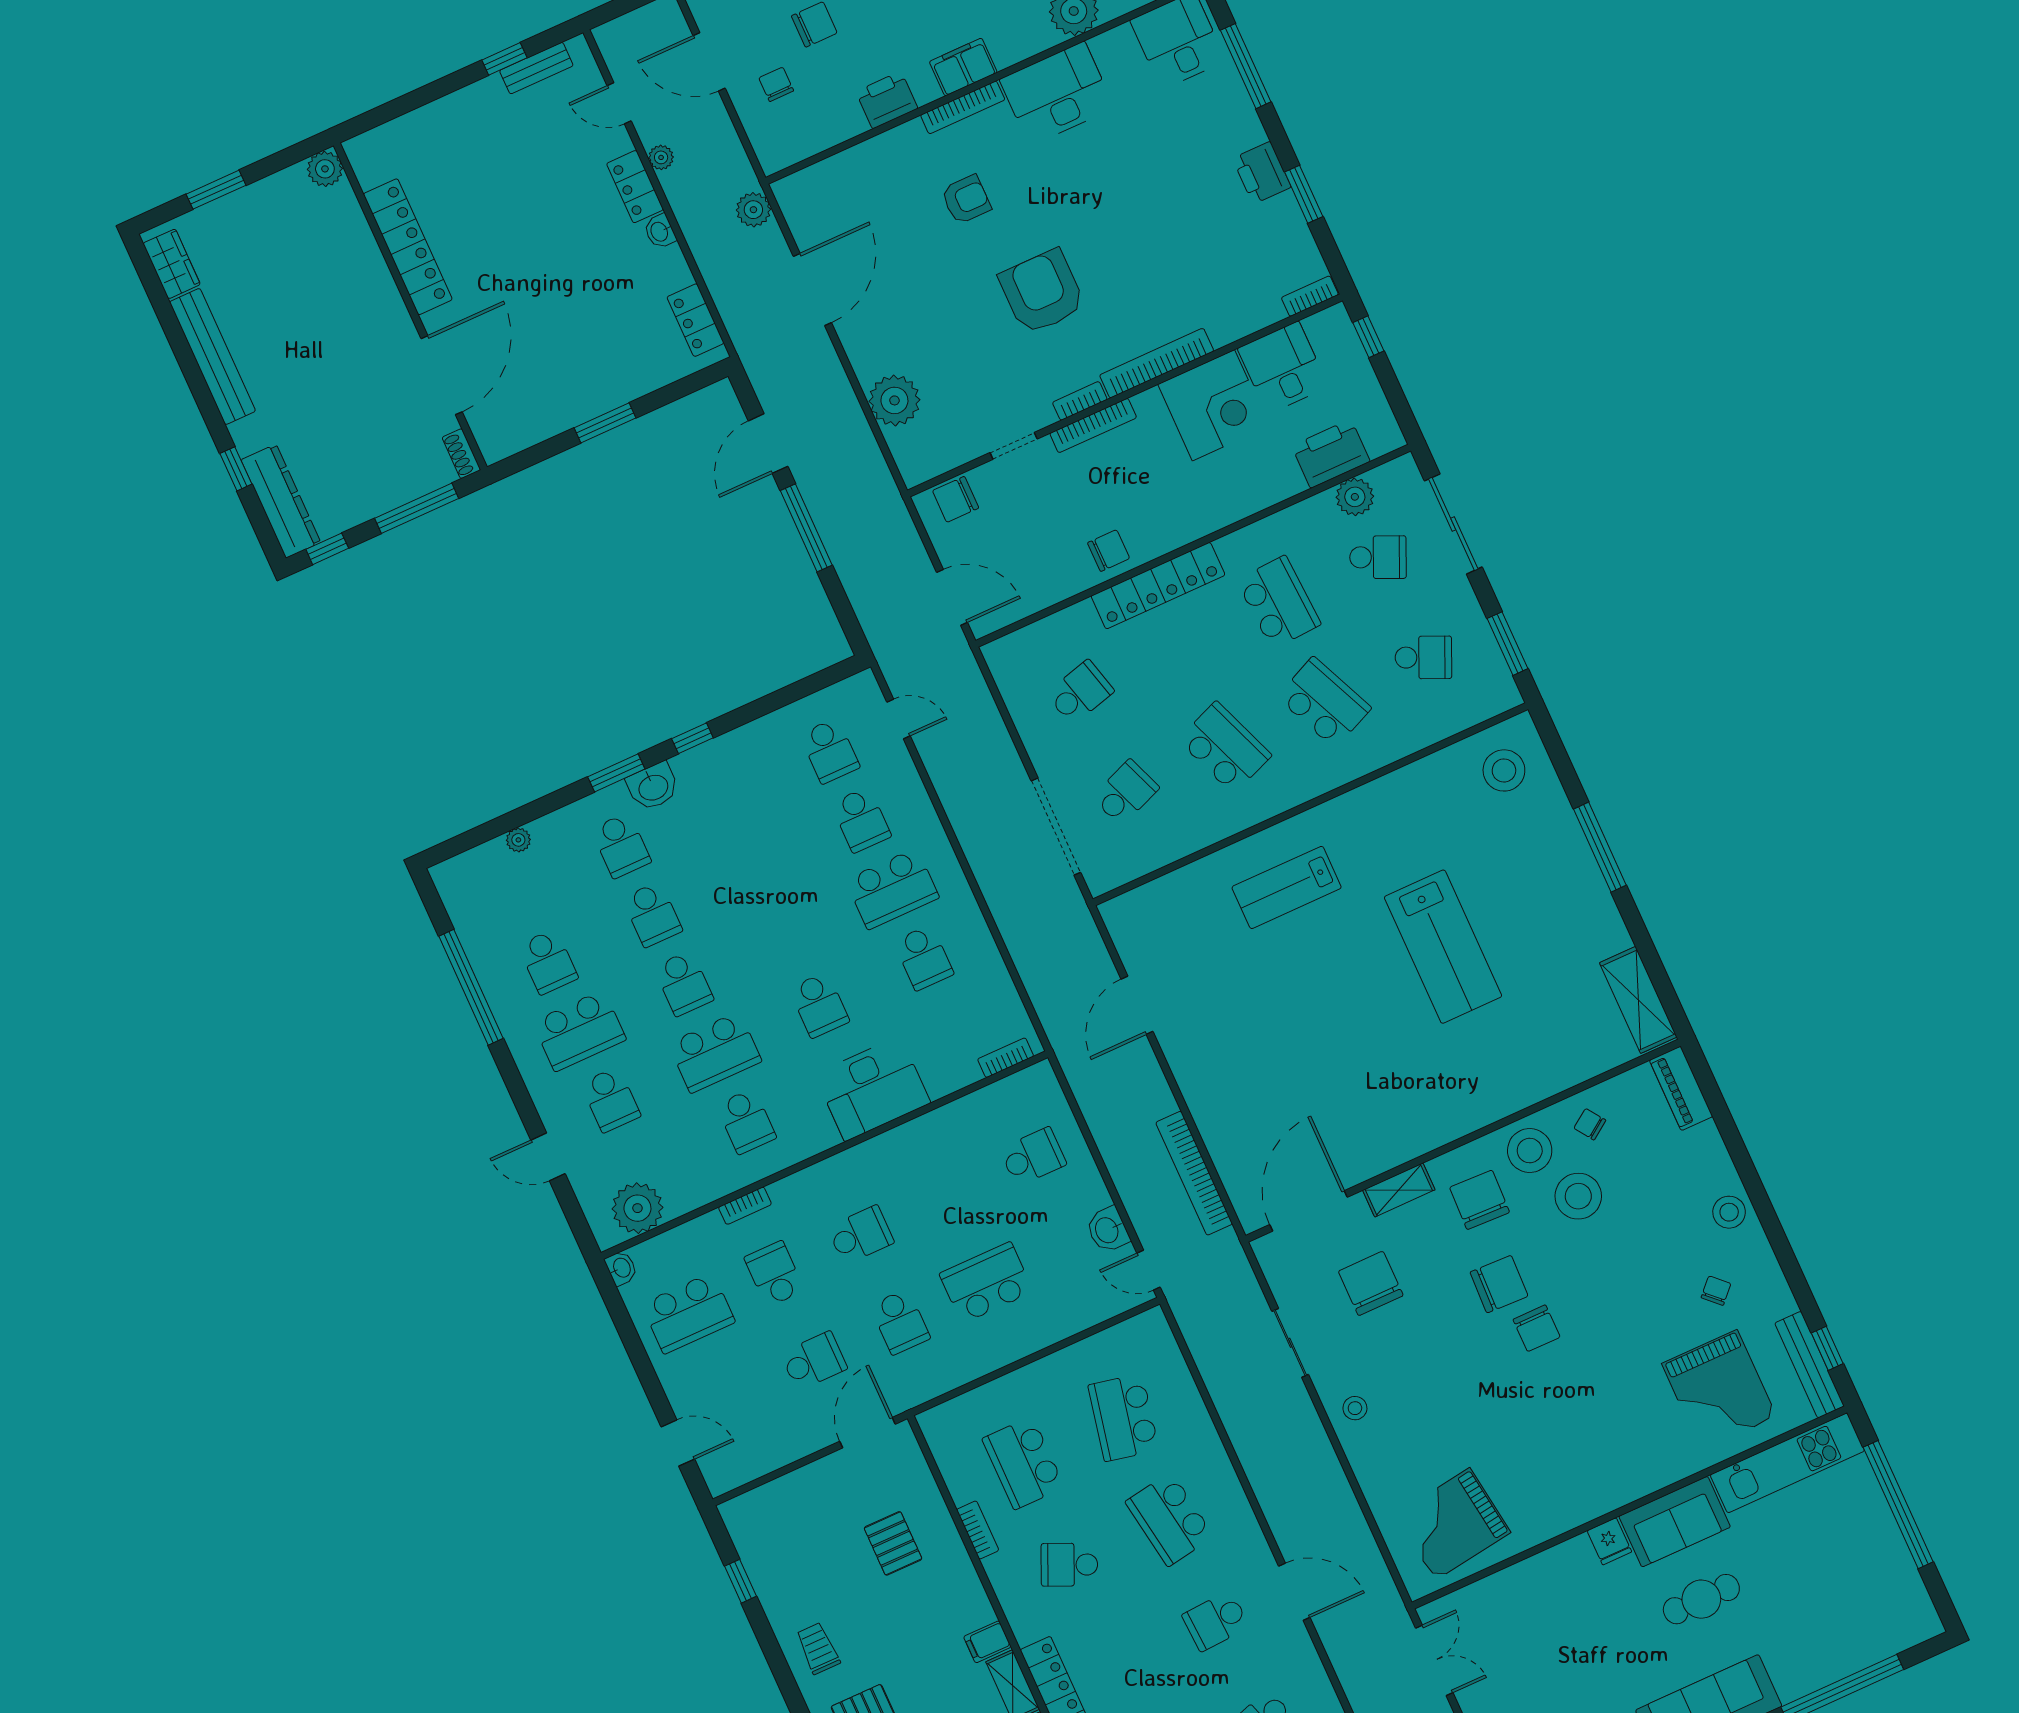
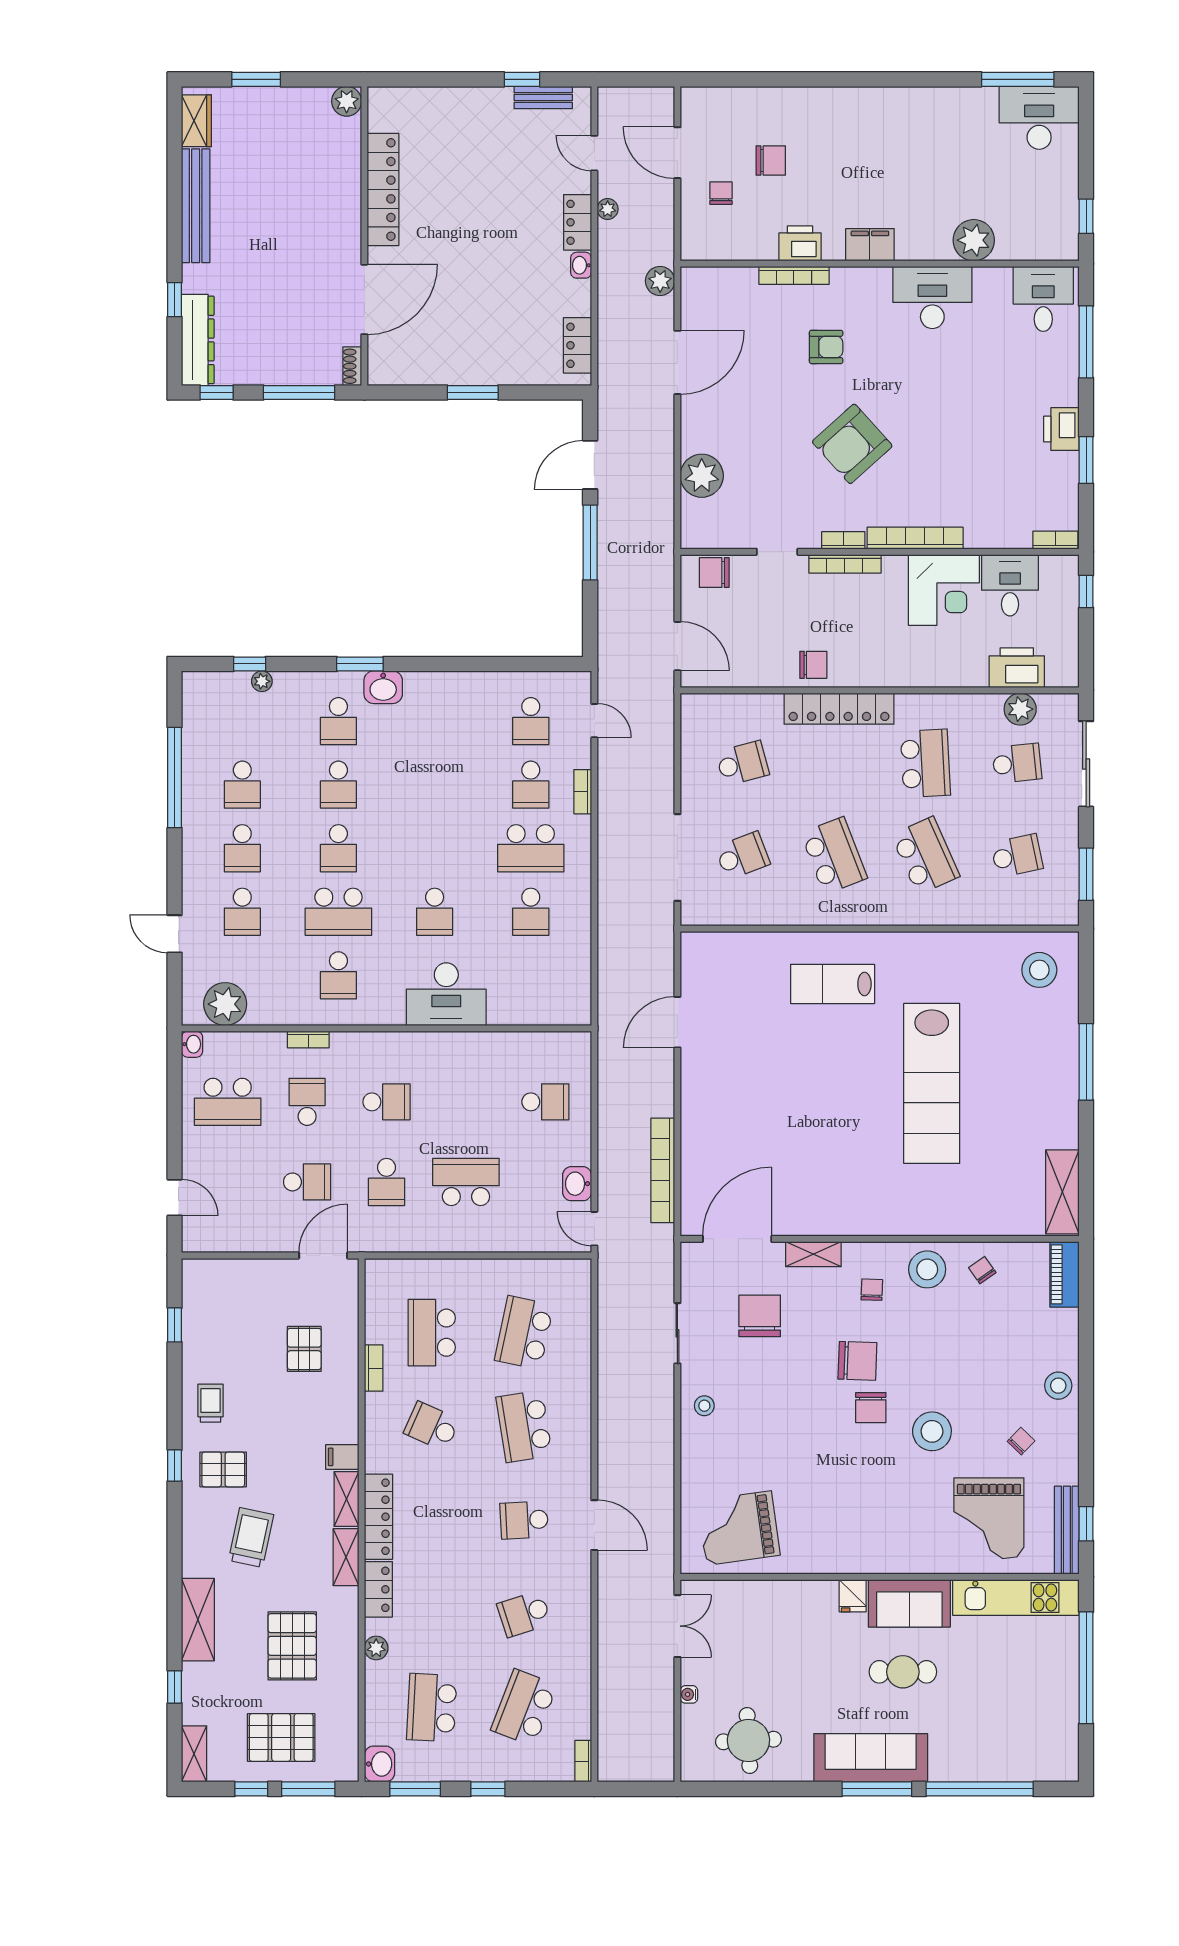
bookcase: (963, 107) -> (794, 275), moved
armchair: (1042, 292) -> (852, 444), turned -132
school desk: (1378, 557) -> (1017, 763), turned -30
school desk: (1423, 657) -> (1017, 856), turned -36
window: (692, 738) -> (250, 664), moved
lab bench: (1443, 947) -> (932, 1083), width x1.36
school desk: (579, 1031) -> (242, 848), width x0.54
bookcase: (1006, 1058) -> (583, 792), moved, turned -90
stool: (1578, 1196) -> (932, 1431), moved
chair: (1480, 1200) -> (872, 1290), width x0.54, depth x0.54

